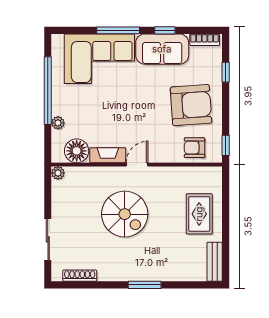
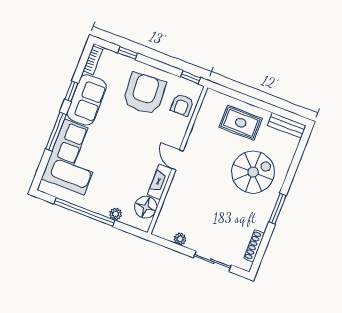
plant: (58, 173) -> (180, 239), moved
spiral stairs: (125, 214) -> (253, 172), moved
window: (145, 285) -> (278, 209), moved

